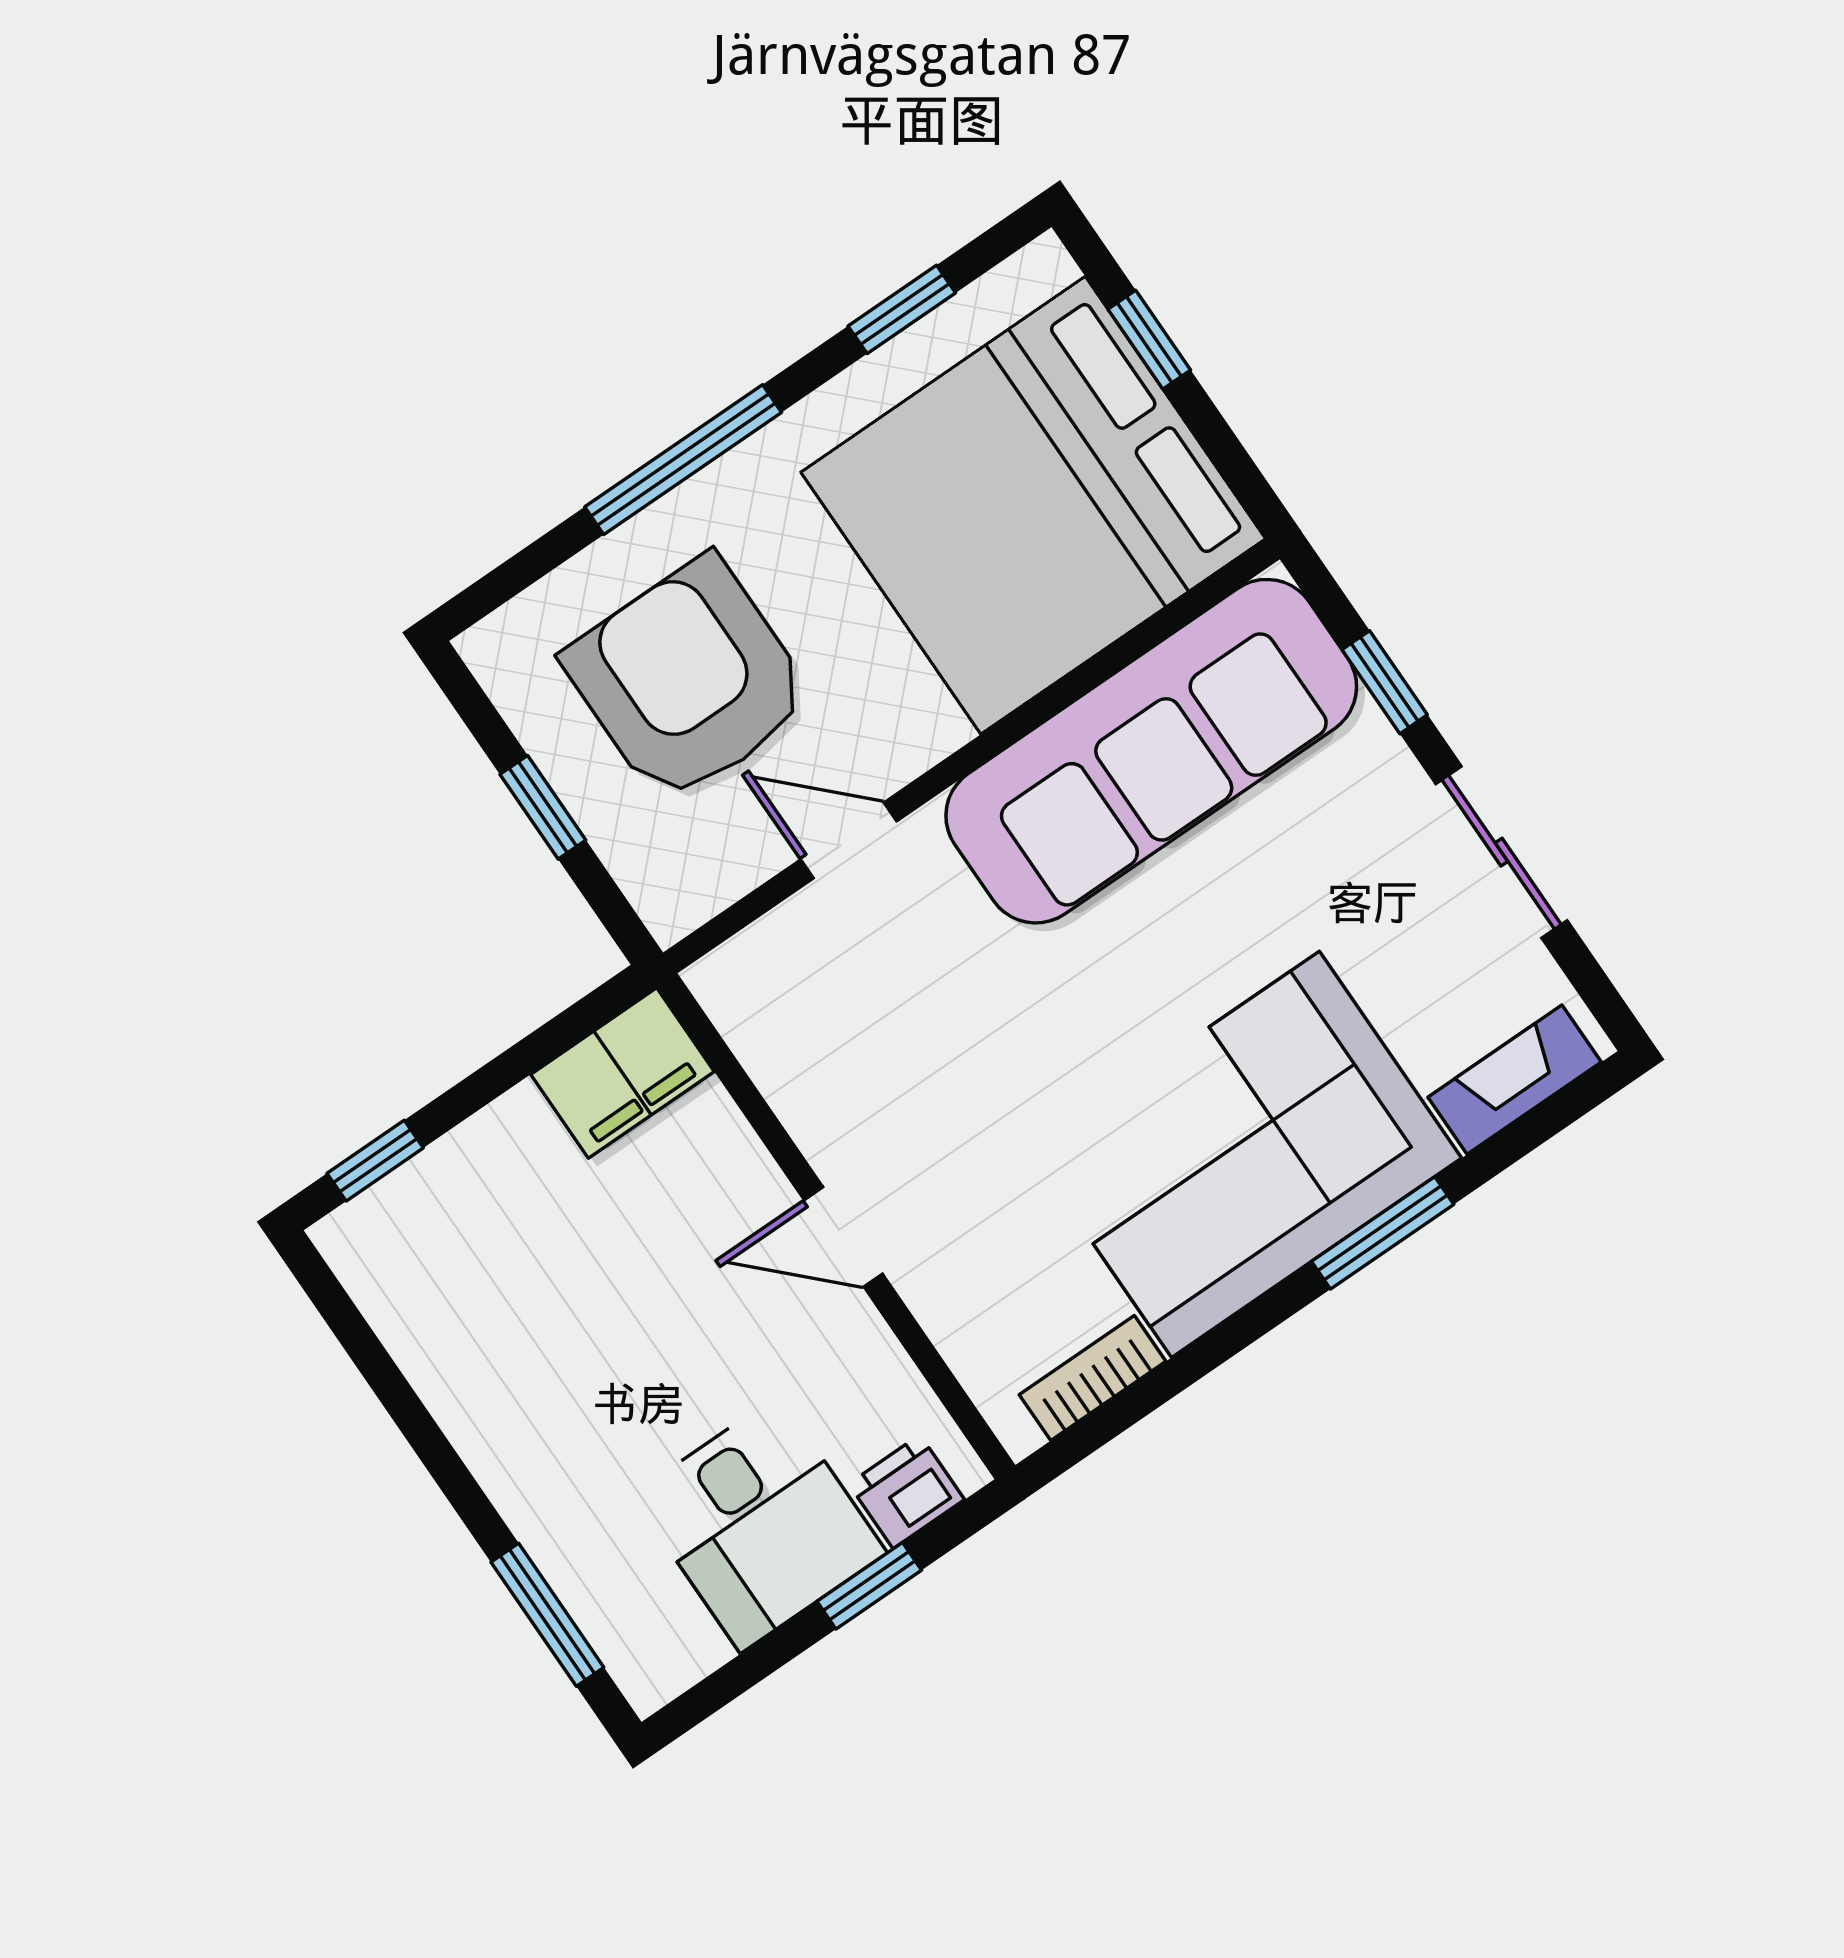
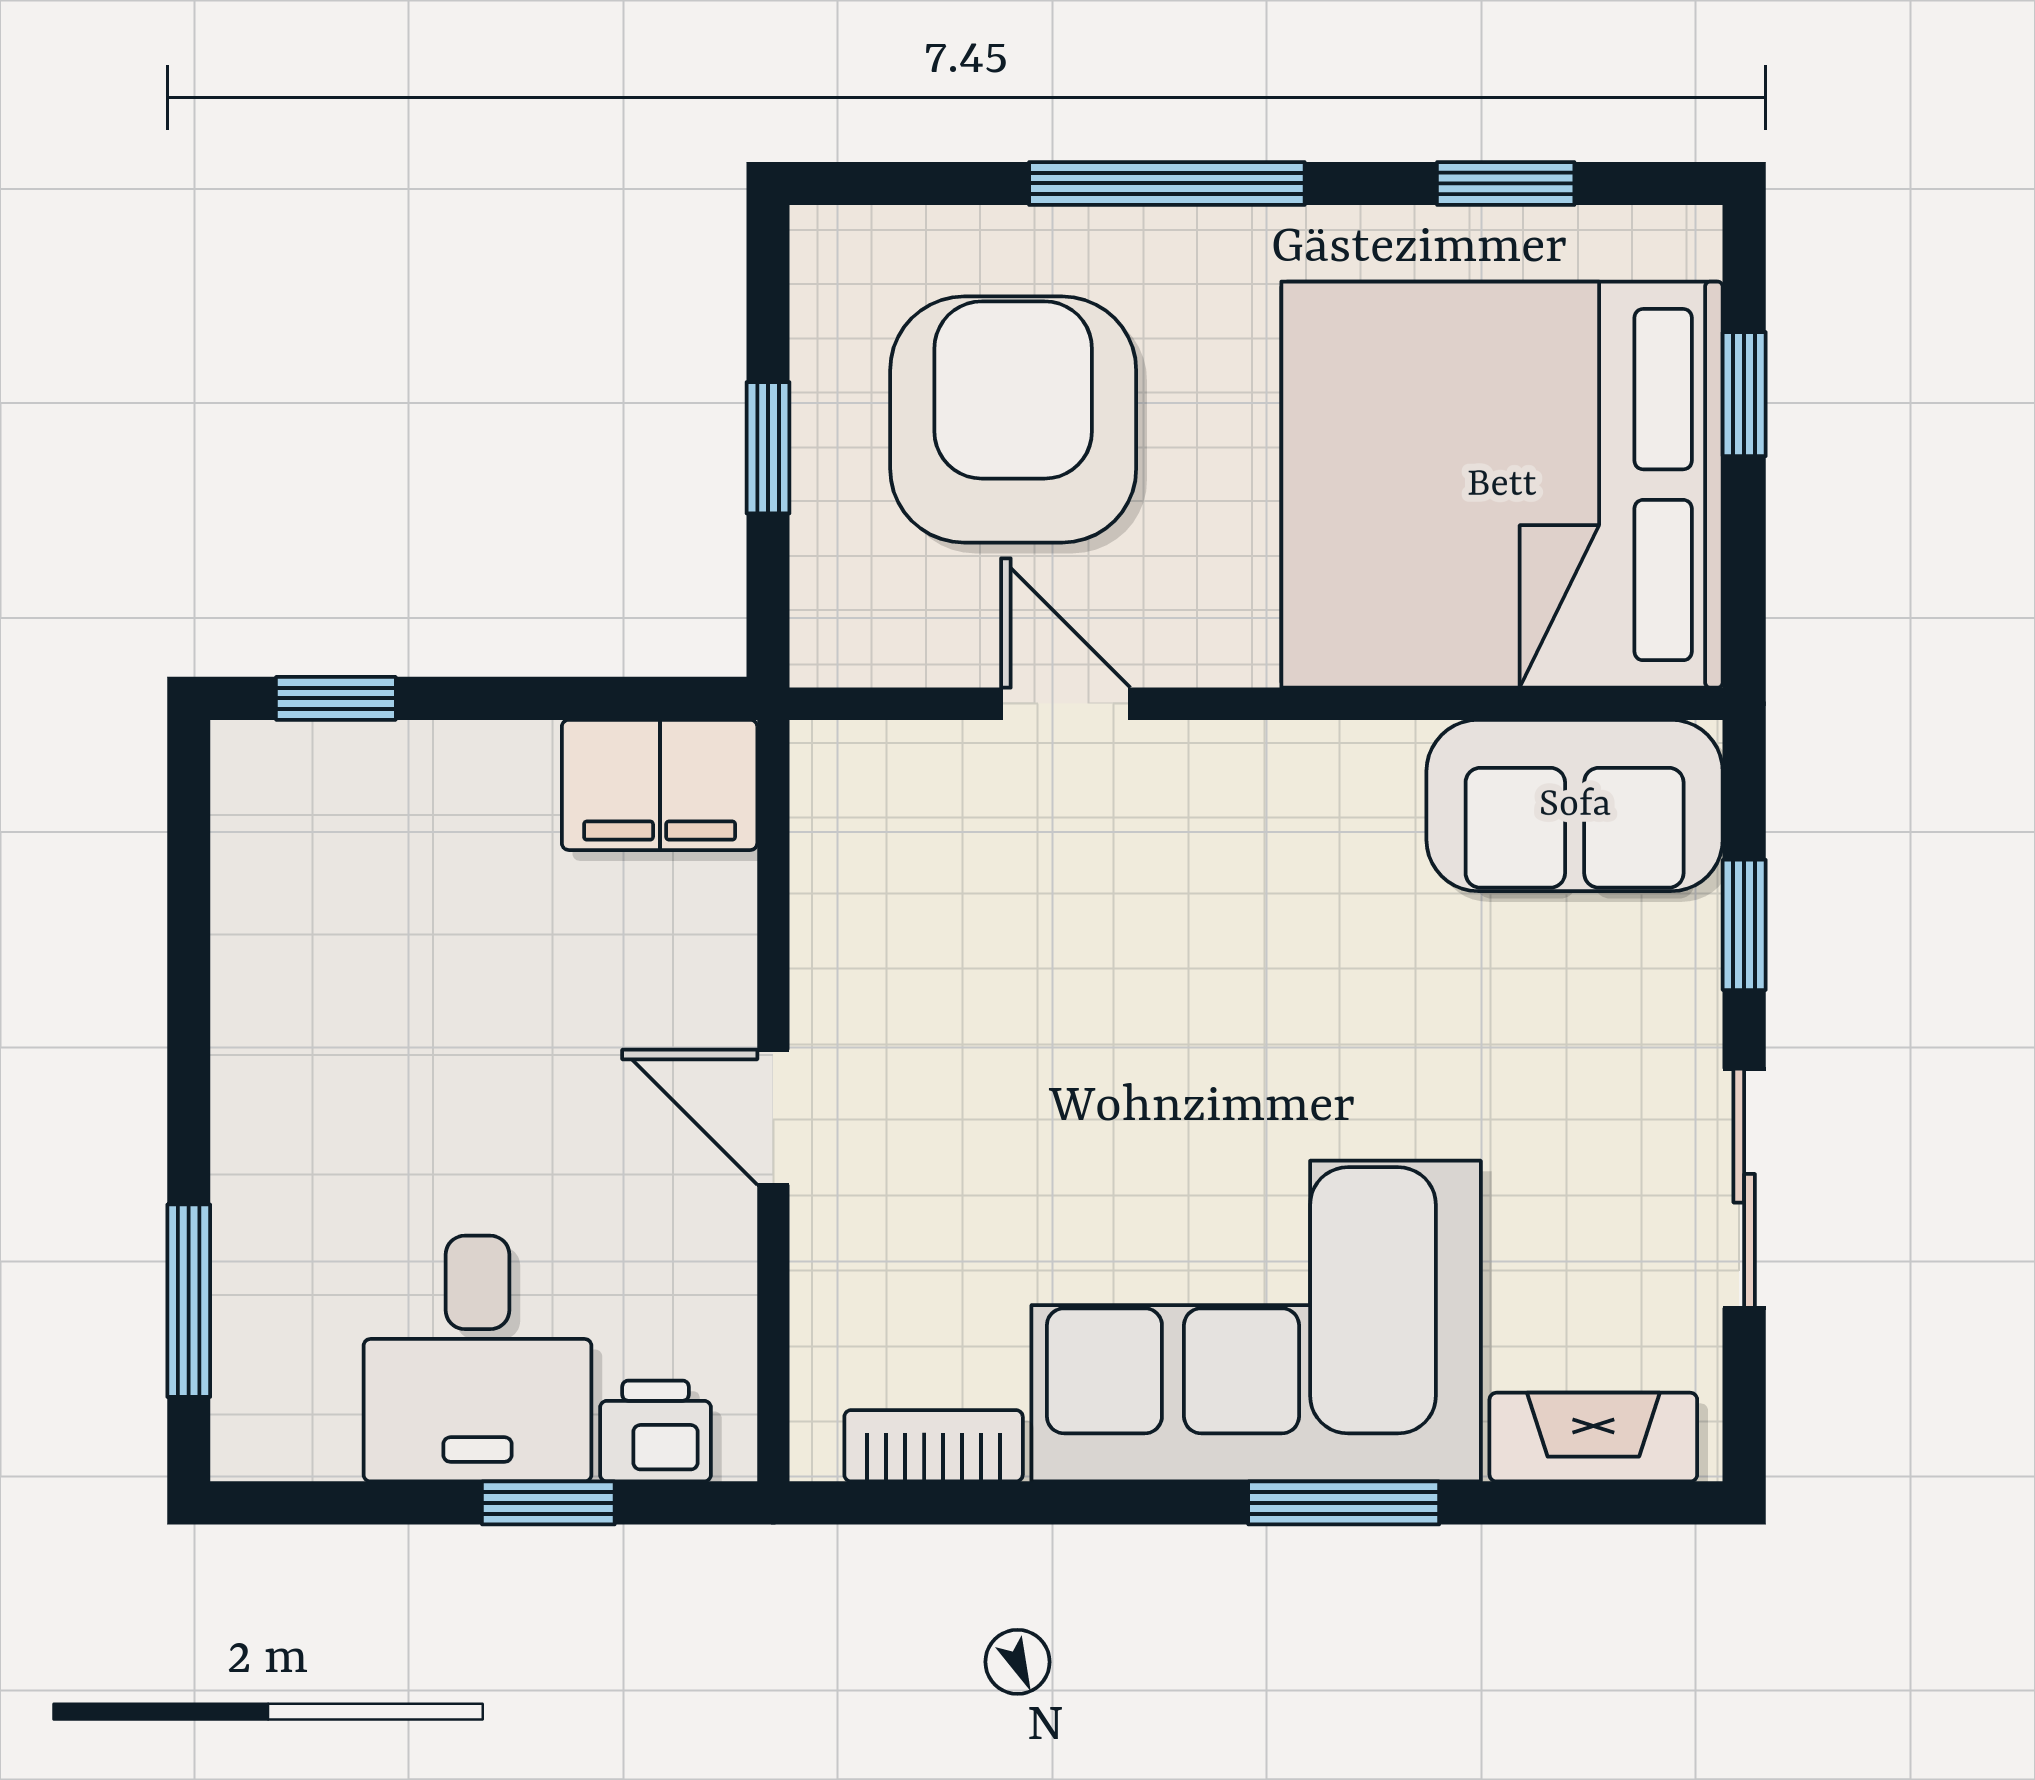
sofa: (1151, 751) -> (1575, 805), width x0.54, depth x0.79

